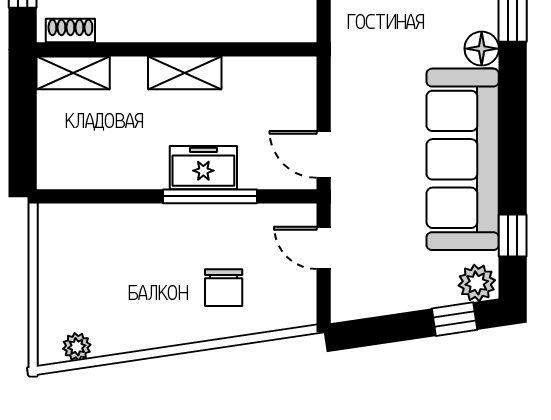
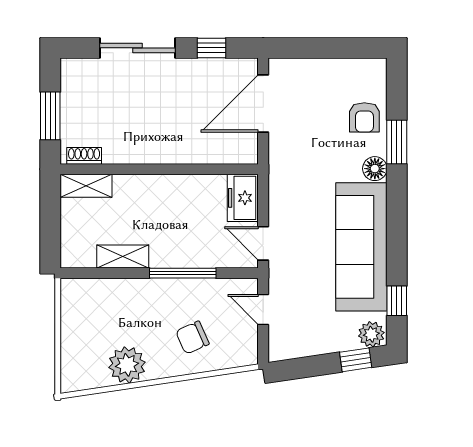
shelving: (185, 73) -> (123, 257), moved
freezer: (203, 168) -> (243, 198), moved, turned -90
chair: (224, 288) -> (192, 338), turned 66
plant: (77, 347) -> (127, 365), moved, width x1.87, depth x1.87

